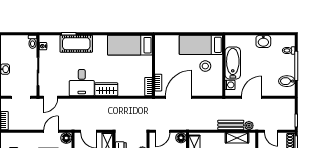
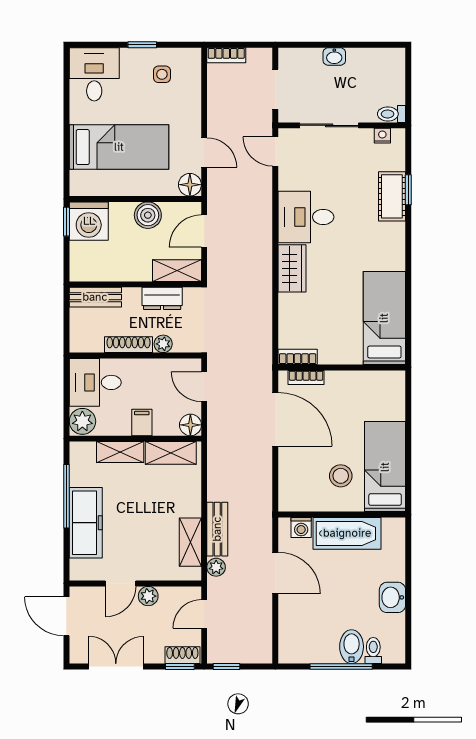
cot: (76, 44) -> (392, 196), width x0.73, depth x0.75
bidet: (287, 81) -> (352, 647), moved

